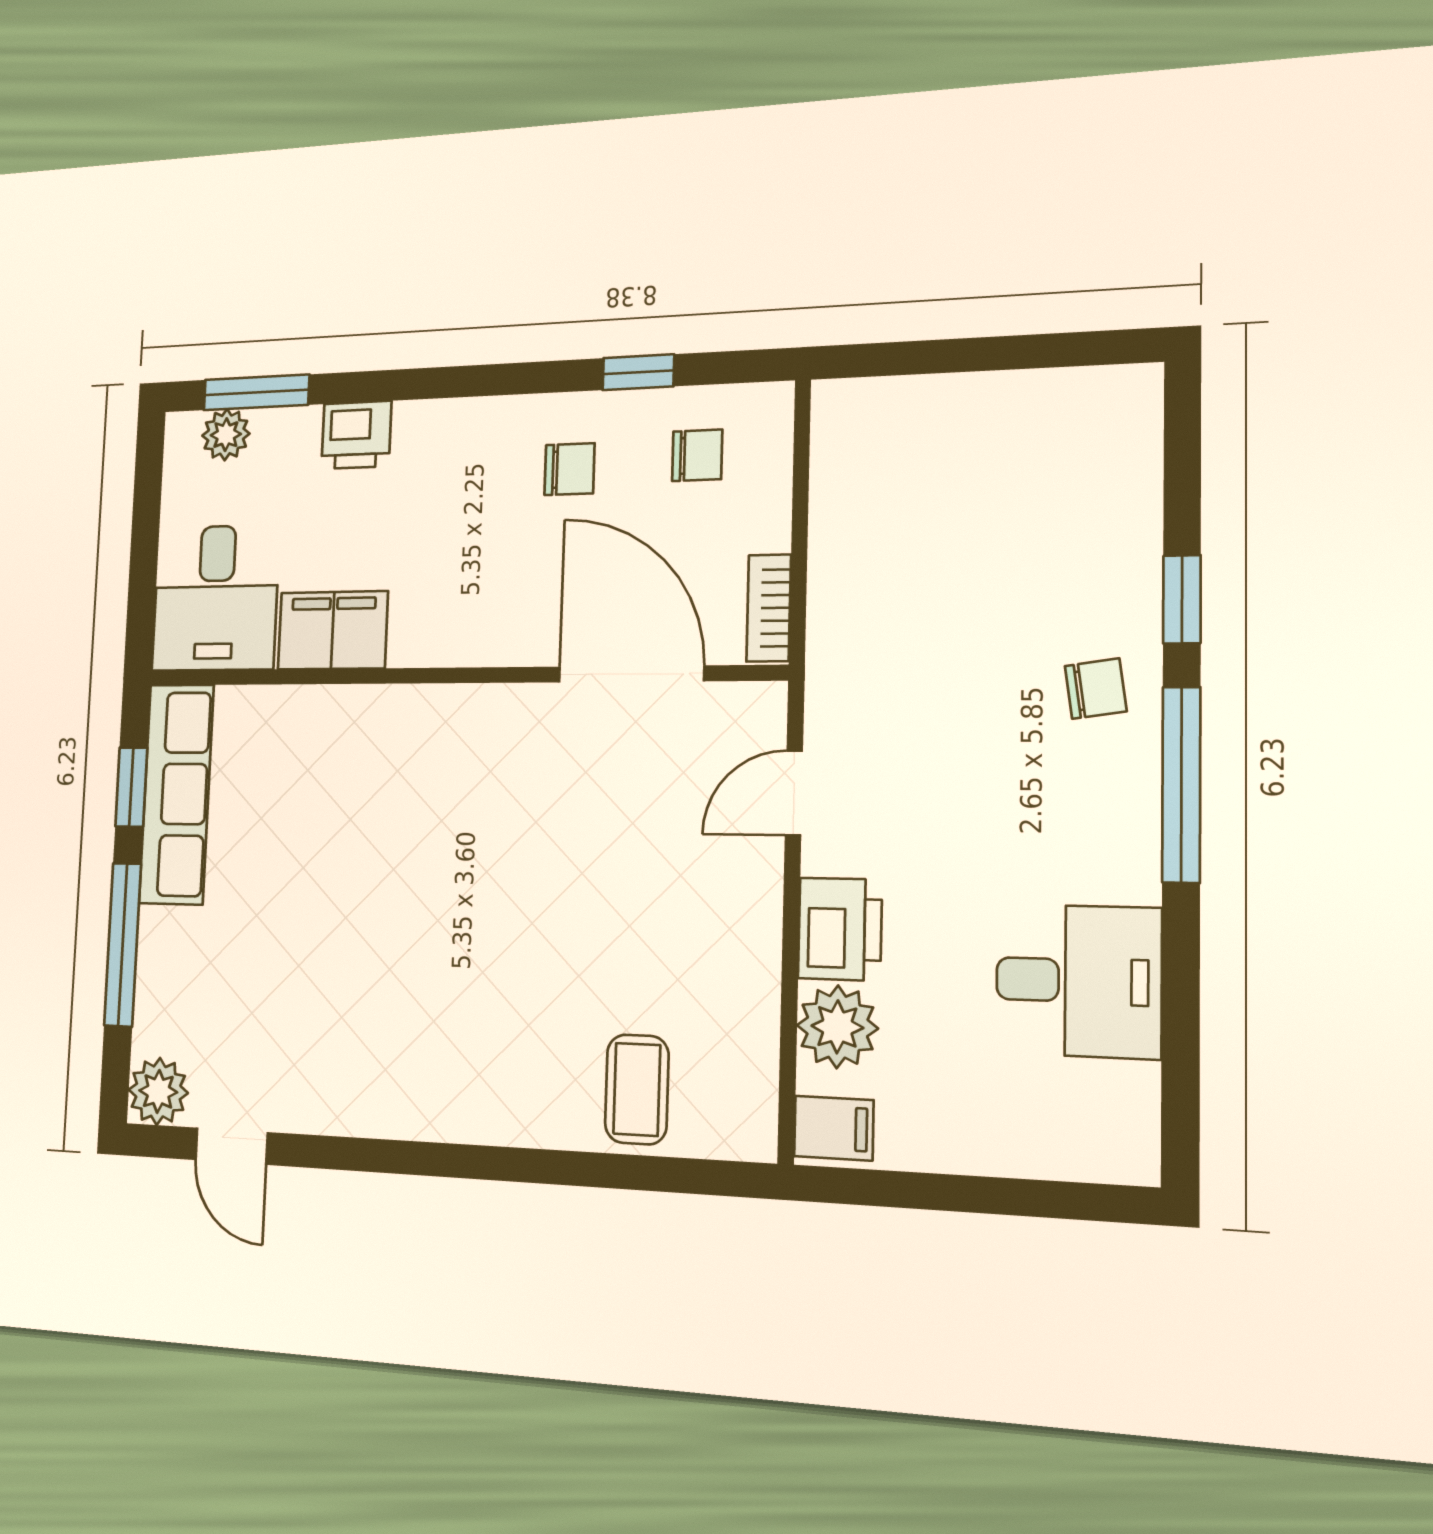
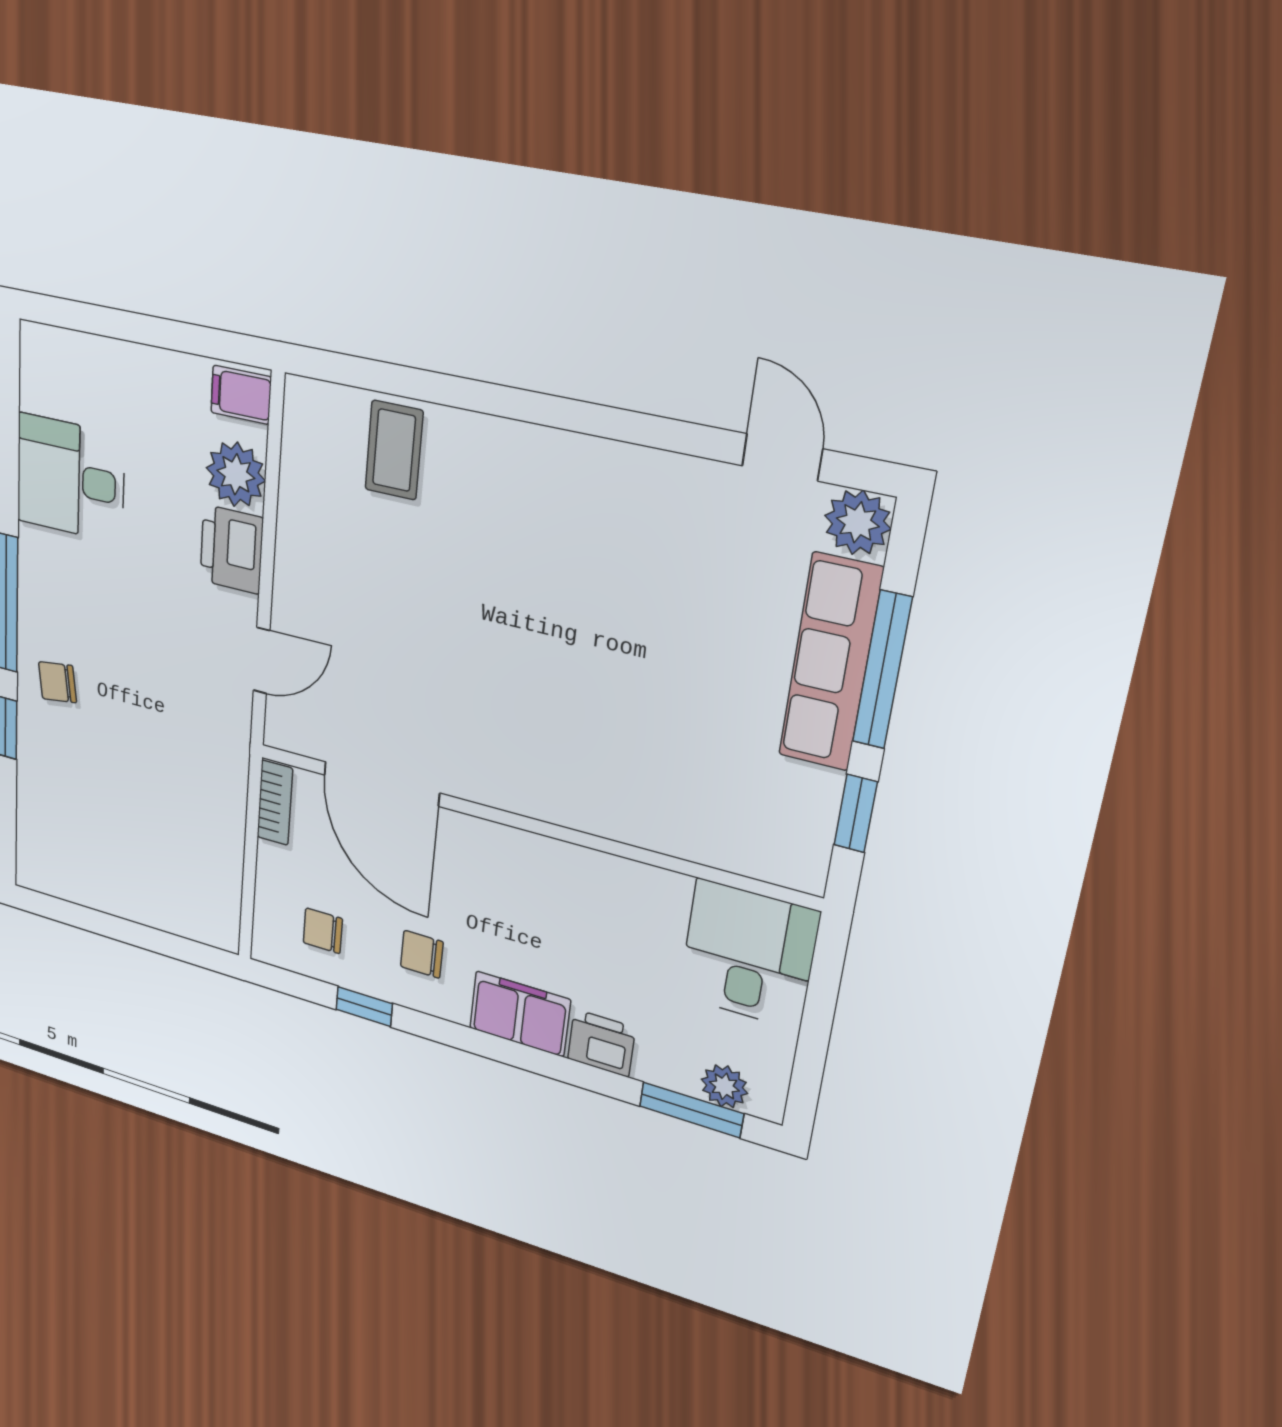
filing cabinet: (333, 630) -> (520, 1014), moved, turned 180
row of seats: (176, 794) -> (830, 663), moved

